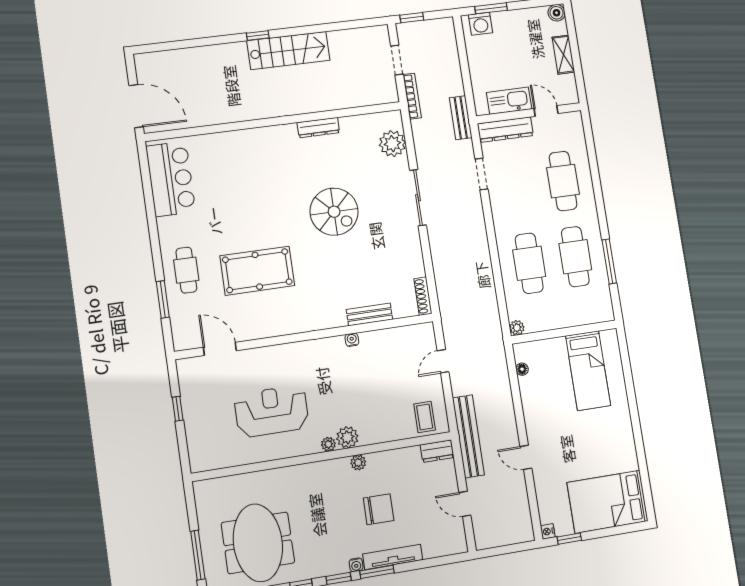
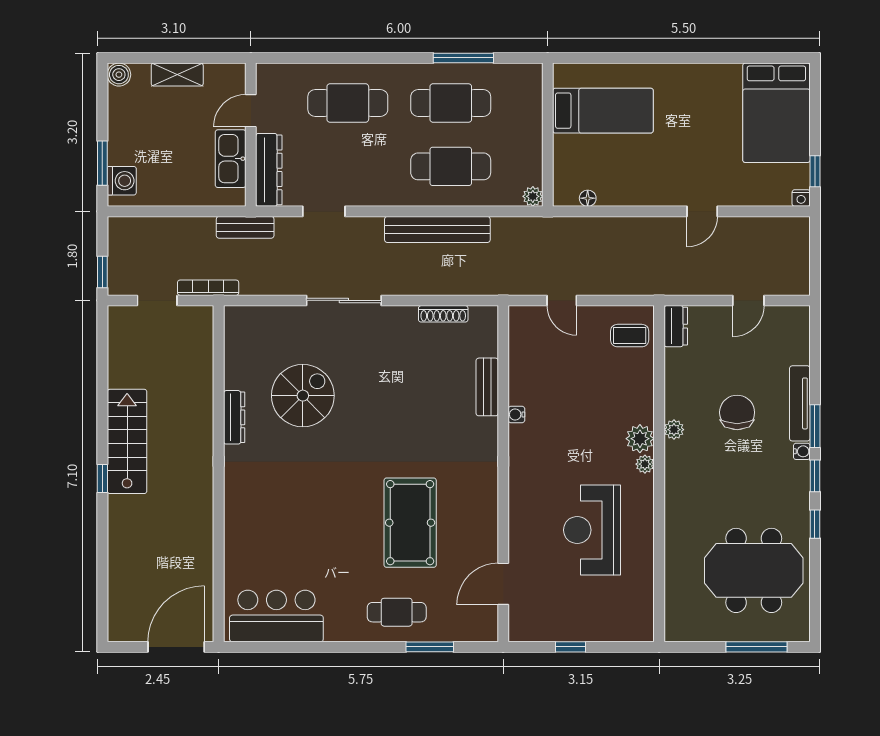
plant: (392, 144) -> (268, 323), removed
spiral stairs: (334, 212) -> (303, 396), moved
shoe rack: (423, 296) -> (443, 314), moved
bench: (468, 436) -> (437, 229), moved

